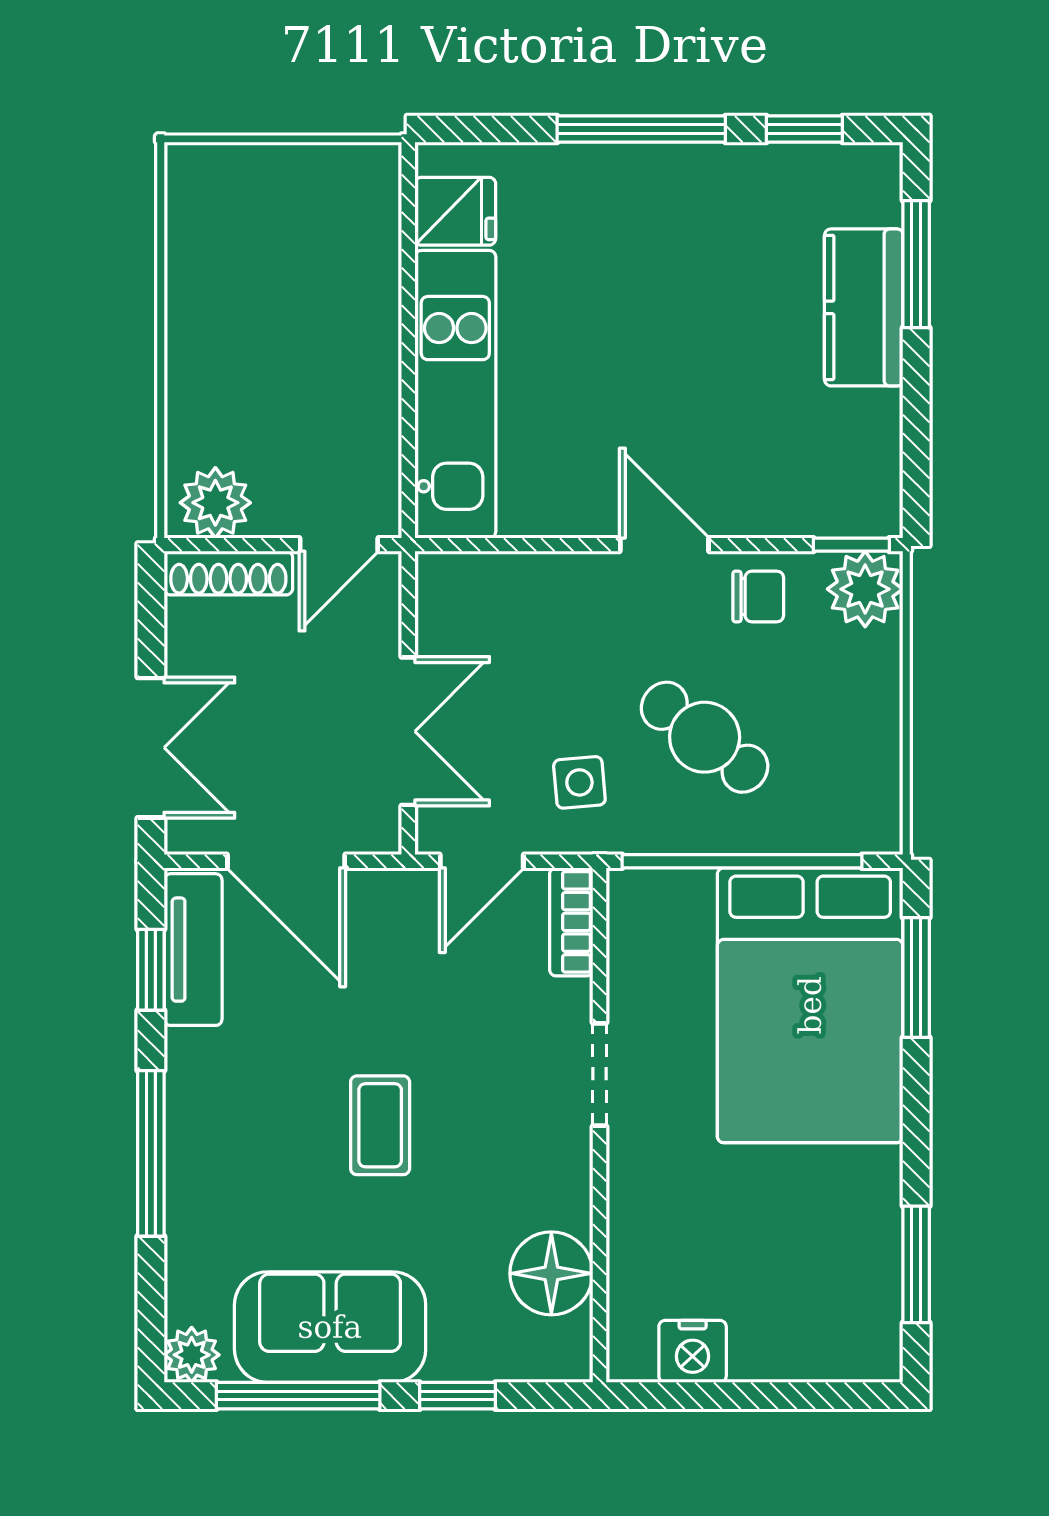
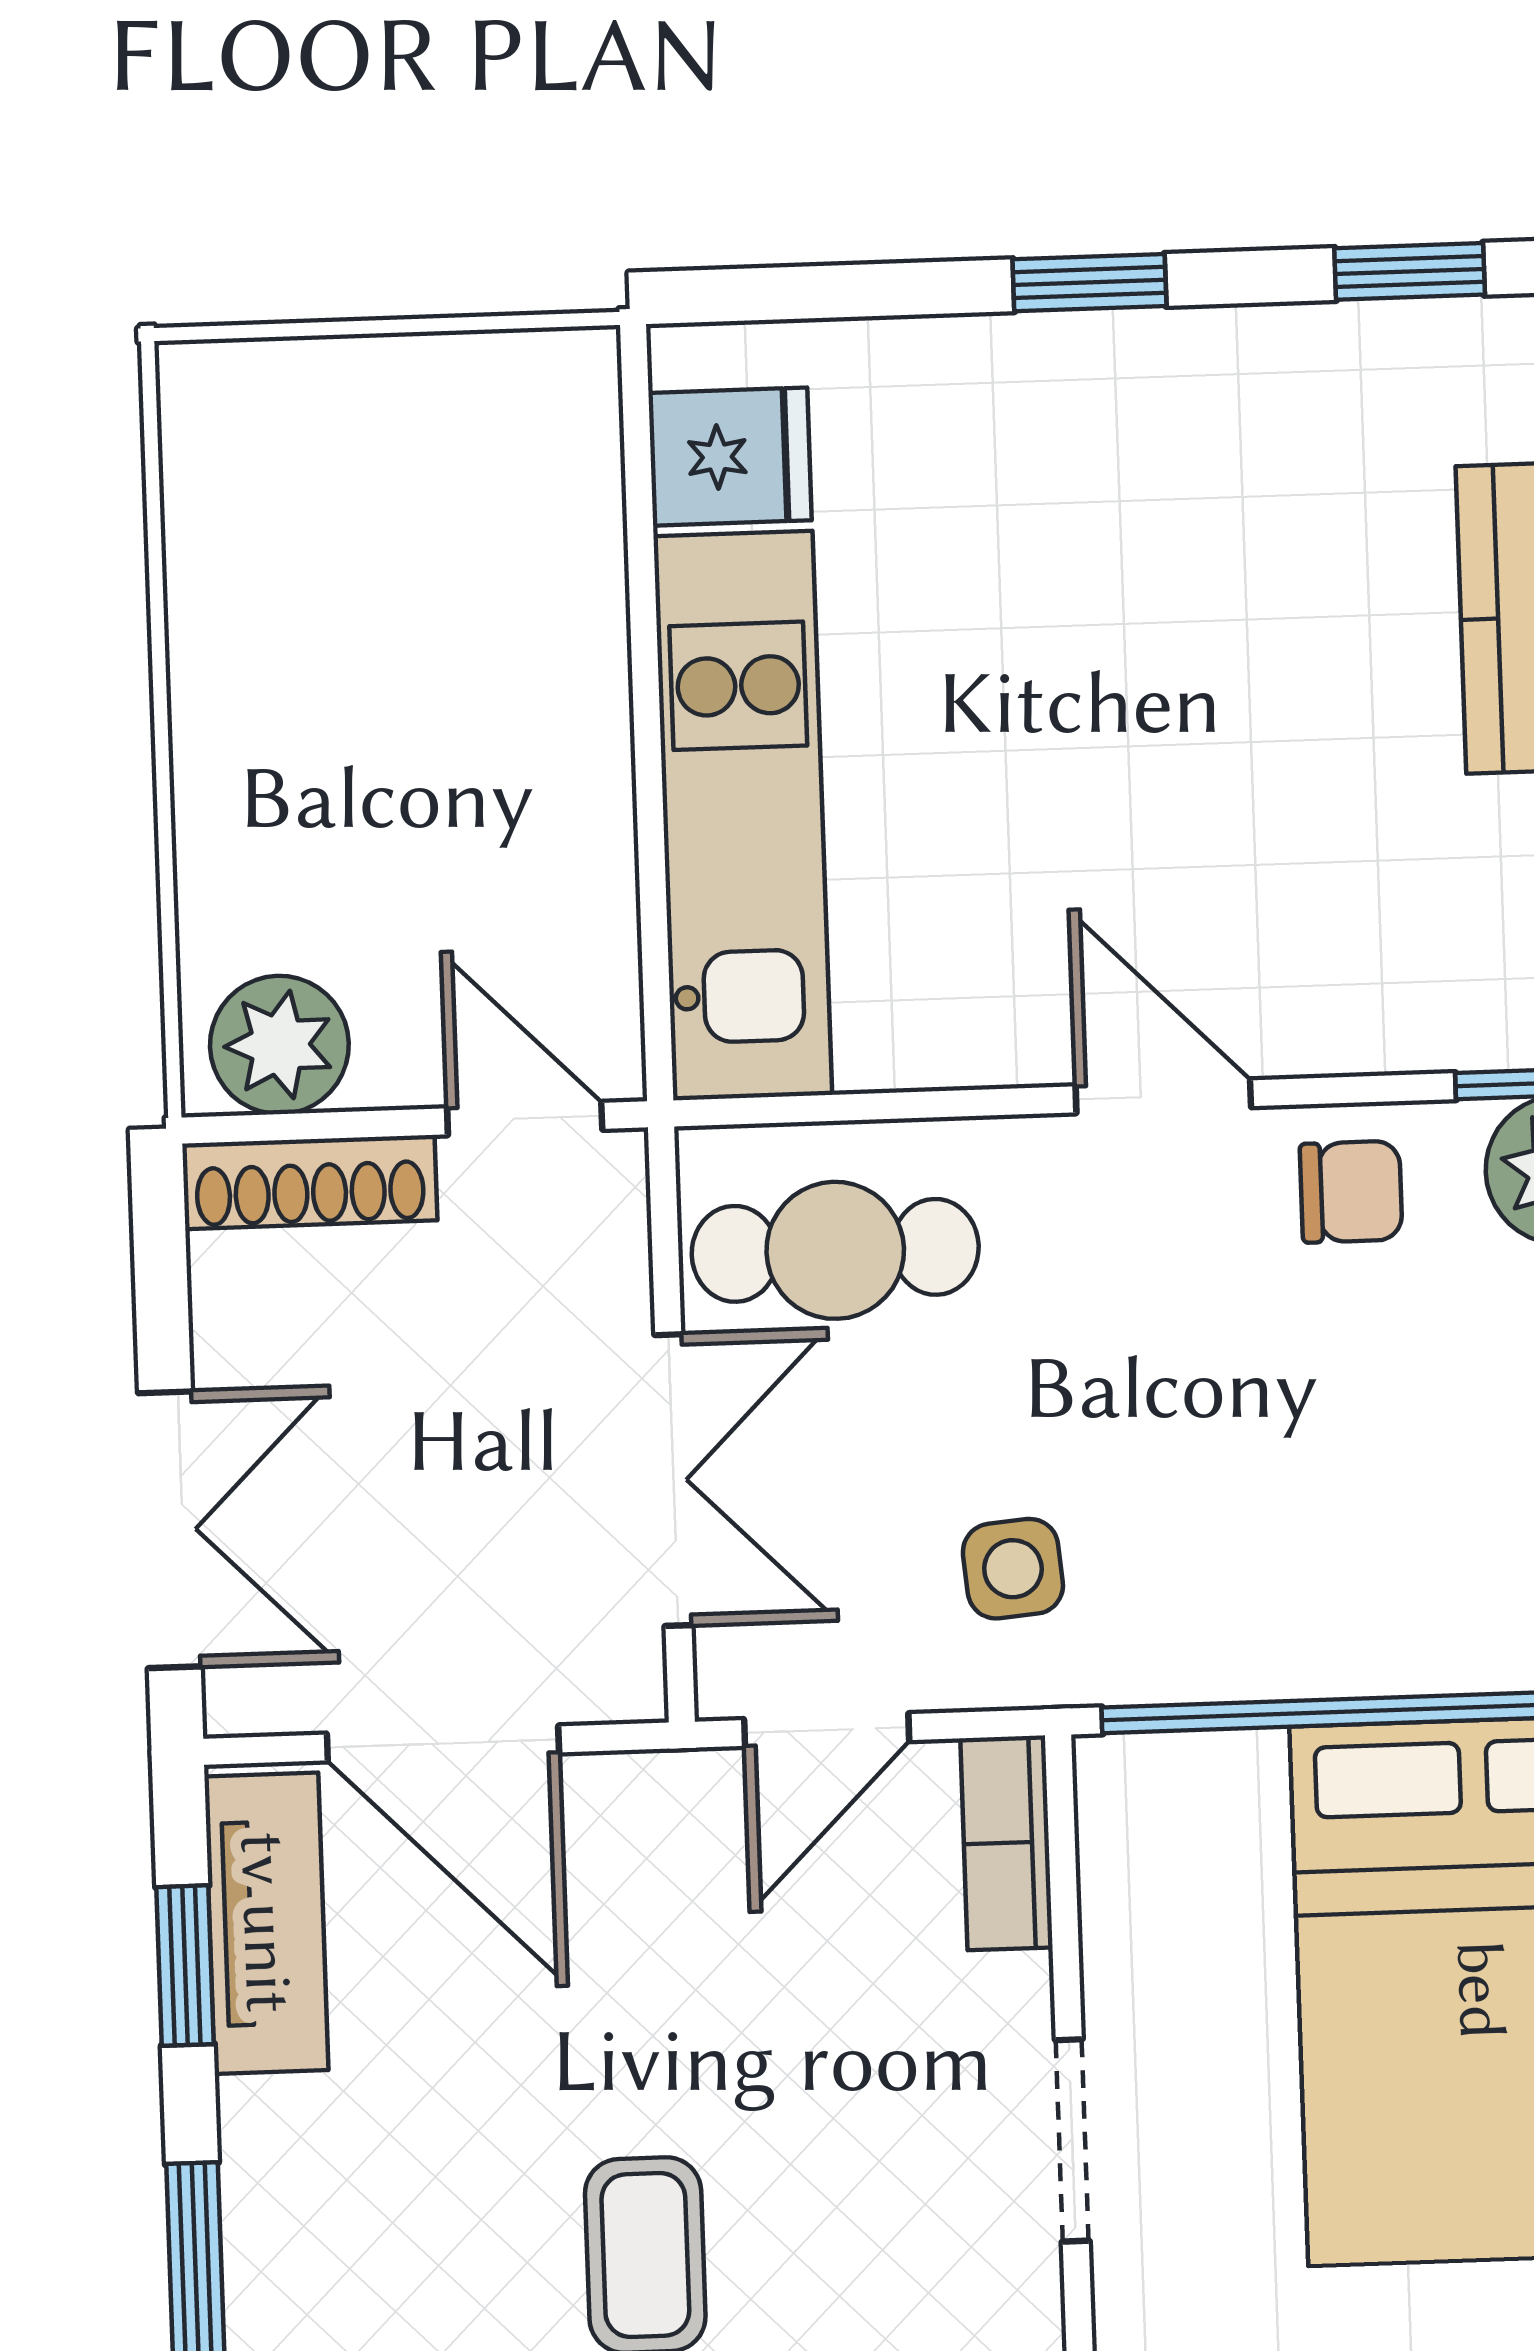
window: (641, 129) -> (1089, 283), width x0.46
door: (339, 545) -> (525, 1119), swing flipped
cafe table: (705, 737) -> (835, 1250), moved, turned -38

